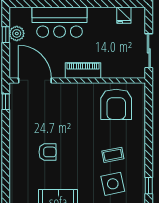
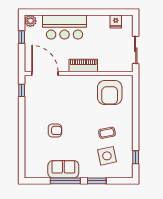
plant: (17, 33) -> (30, 21), moved

